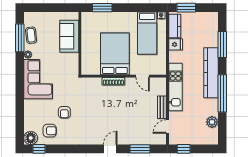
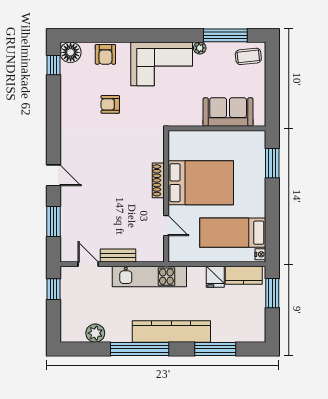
coffee table: (31, 35) -> (248, 56), moved
door: (143, 76) -> (166, 226), swing flipped
armchair: (50, 131) -> (105, 54), moved

